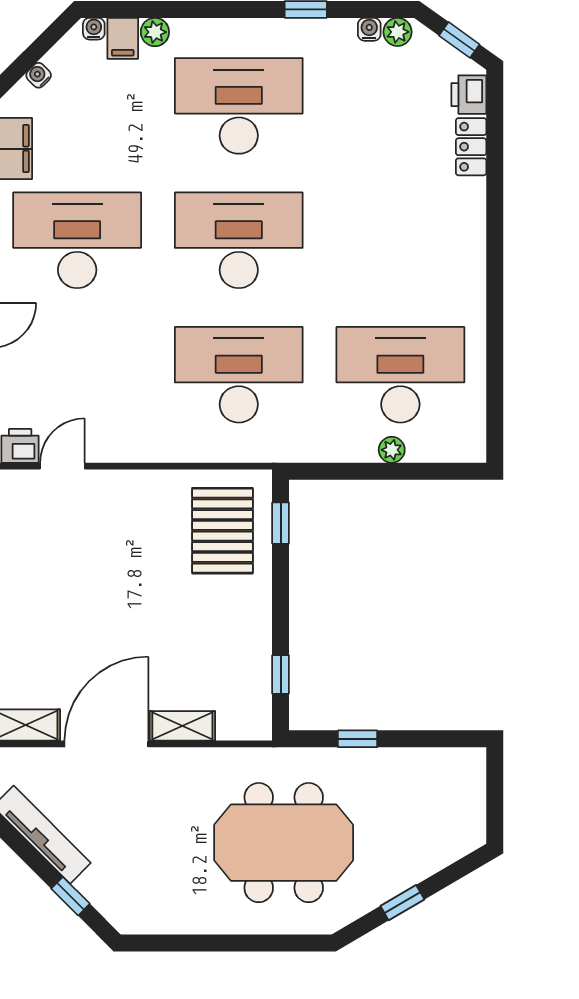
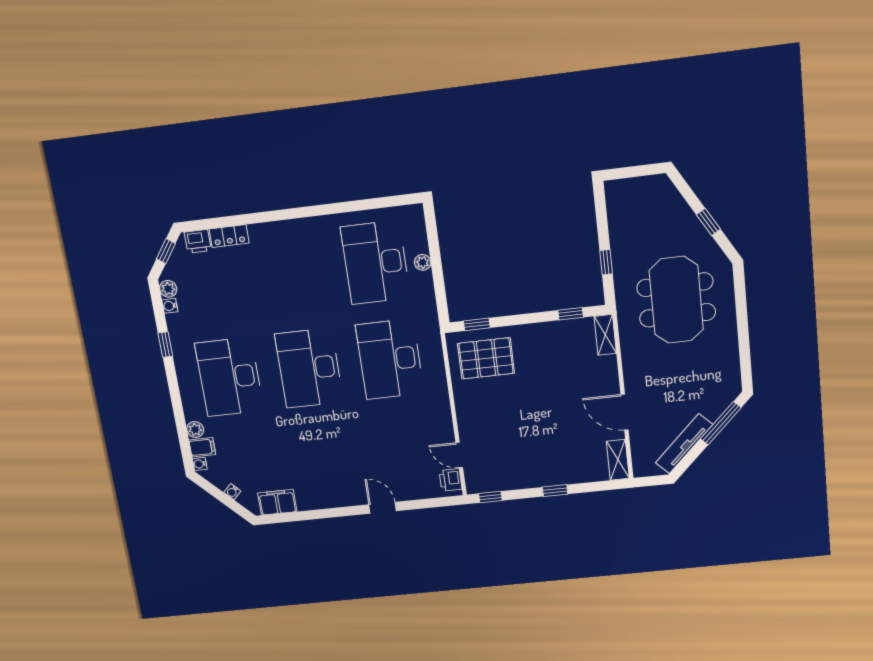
desk: (77, 240) -> (324, 460), removed
shelving: (182, 726) -> (605, 335), moved
door: (106, 744) -> (625, 412), width x0.73
window: (70, 896) -> (721, 423), width x2.17

